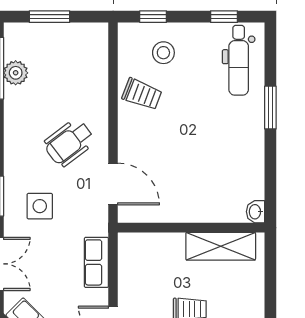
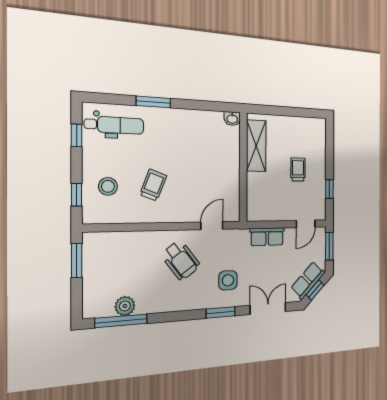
window: (50, 17) -> (77, 261), moved
trolley: (142, 94) -> (153, 185), moved
door: (113, 184) -> (212, 226), width x0.73

